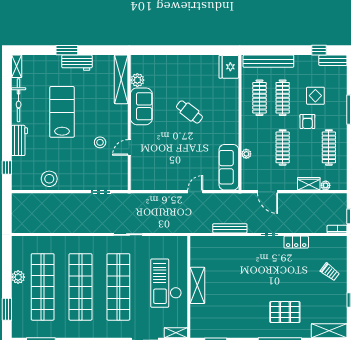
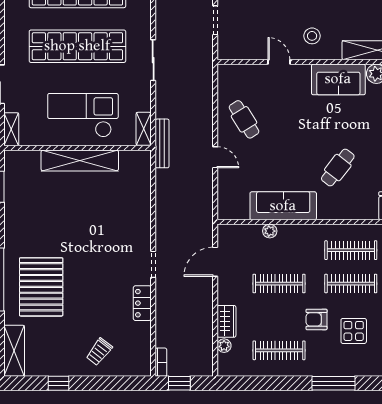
cafe table: (189, 112) -> (338, 168), moved
stool: (100, 142) -> (312, 36), moved
sofa: (229, 167) -> (283, 206), moved
cafe table: (169, 172) -> (244, 119), added
bench: (230, 228) -> (162, 143), moved
shelving: (176, 241) -> (144, 129), added
shelving: (197, 285) -> (80, 161), width x1.47
pallet: (285, 312) -> (41, 287), width x1.37, depth x1.41

